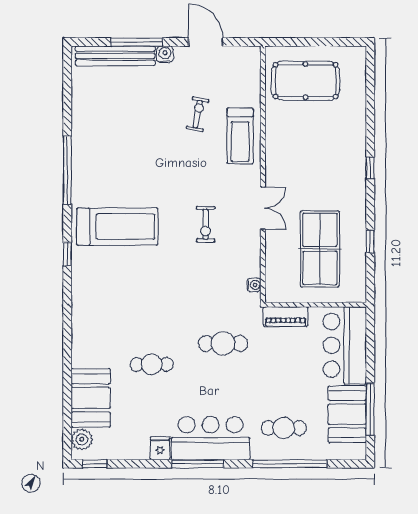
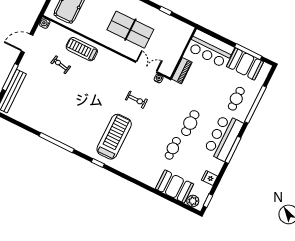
water cooler: (165, 54) -> (45, 23), moved
treadmill: (240, 136) -> (82, 49), turned 180
double door: (263, 208) -> (146, 67), moved
exercise bike: (206, 224) -> (136, 100), moved
treadmill: (117, 227) -> (114, 137), moved
table tennis table: (320, 249) -> (130, 30), moved
cafe table: (223, 343) -> (190, 123), moved
fridge: (160, 448) -> (210, 178), moved

